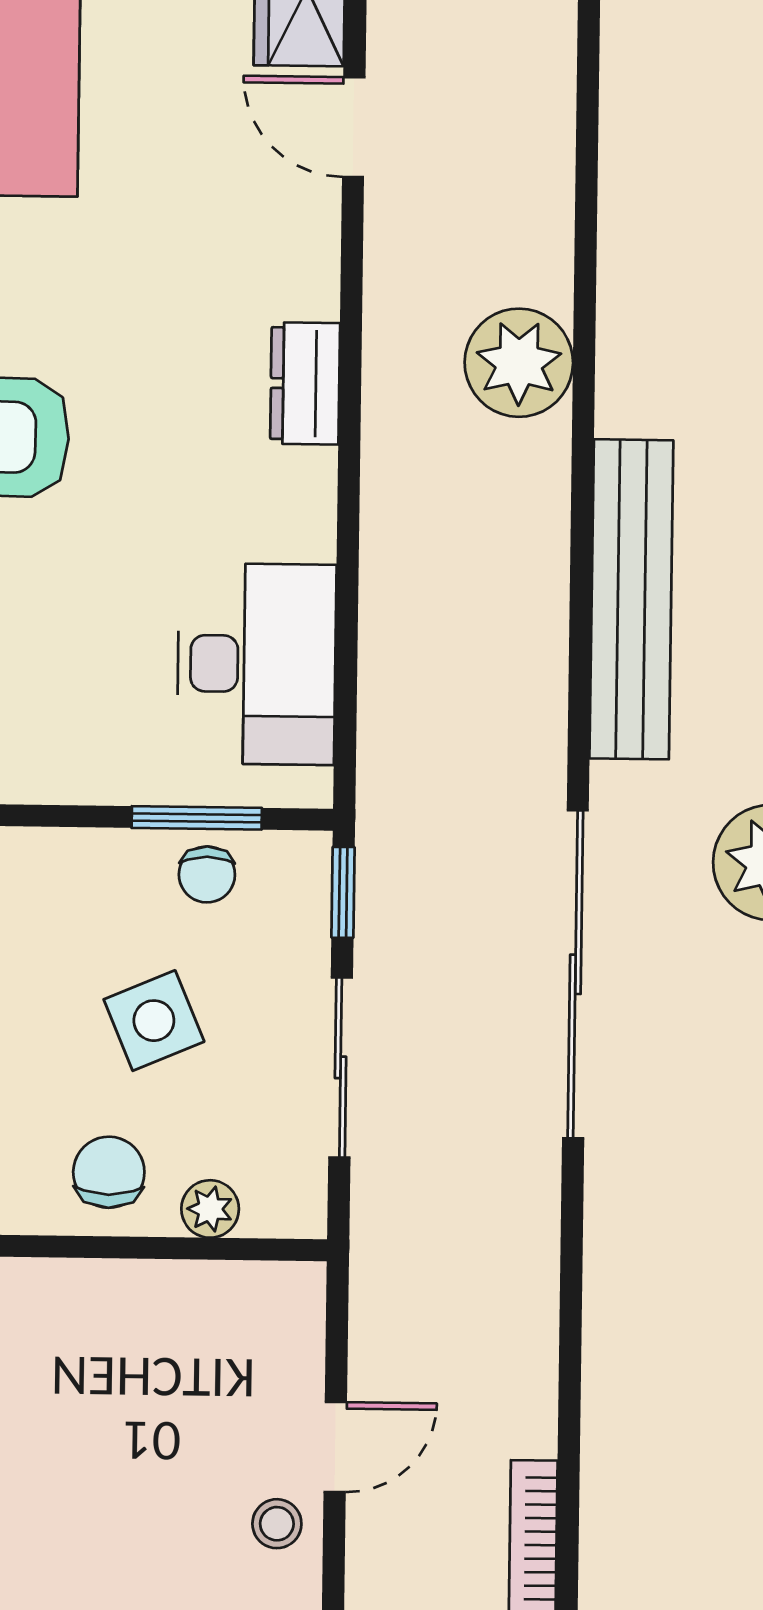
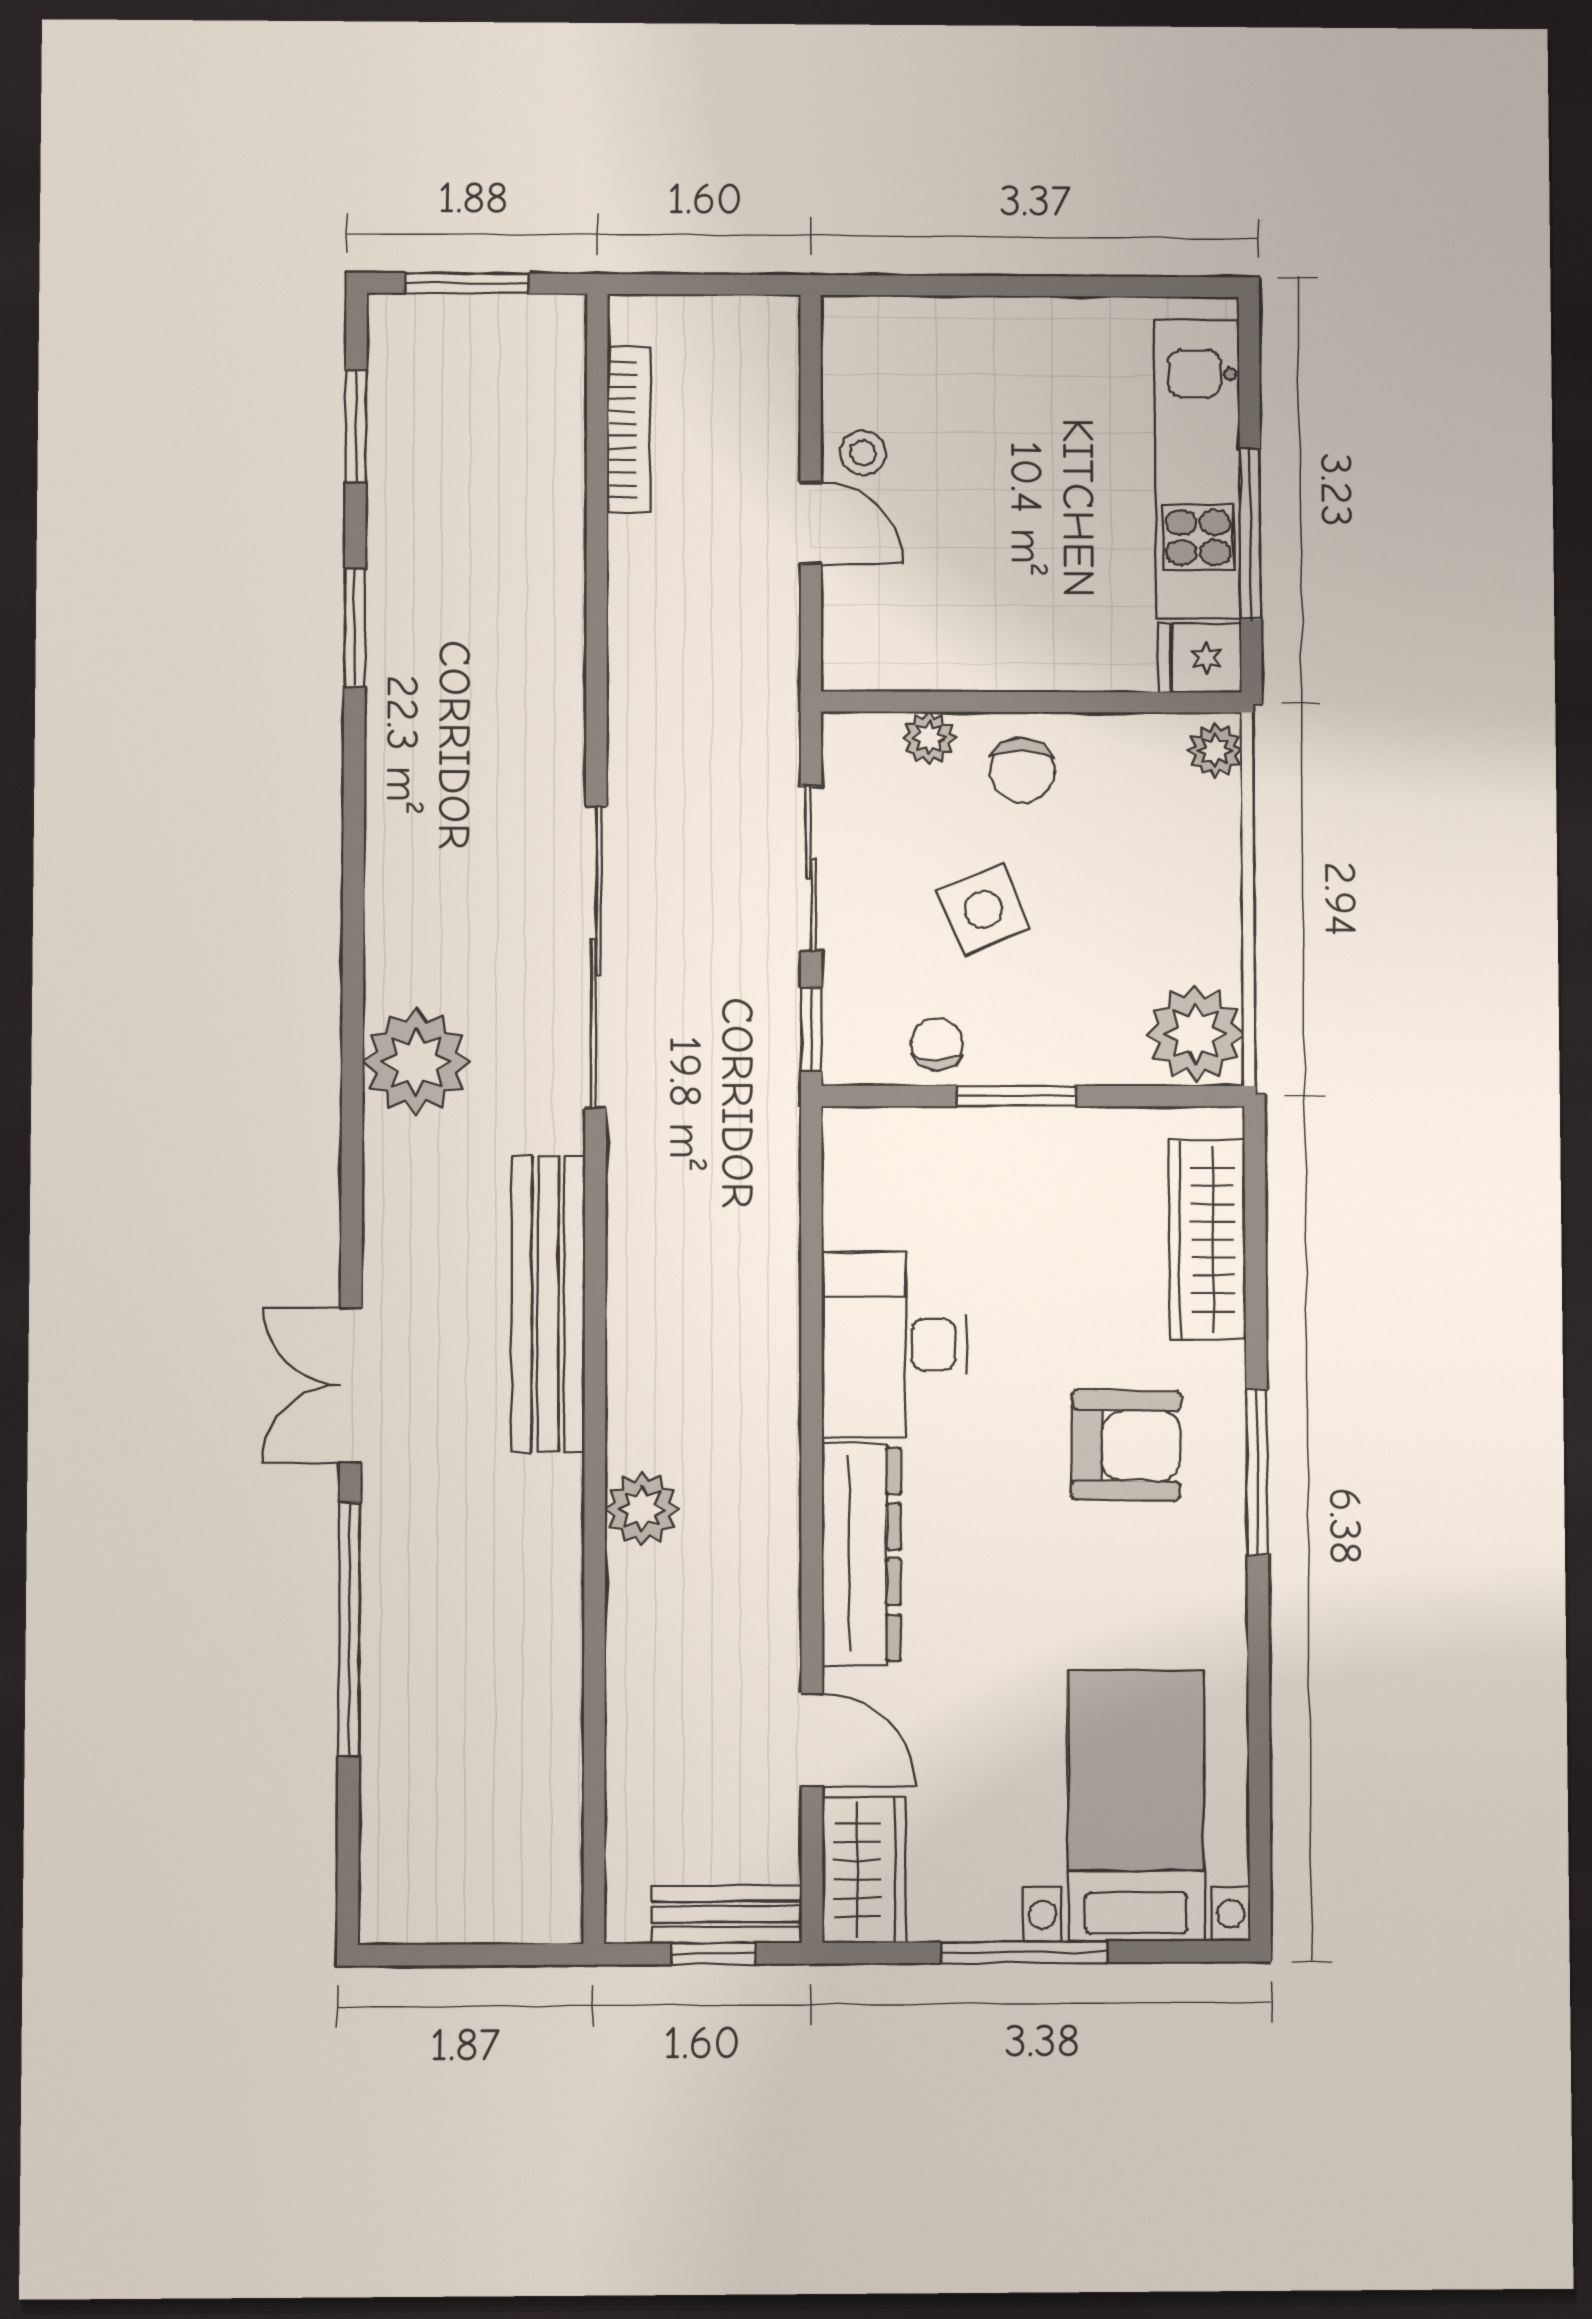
plant: (519, 363) -> (642, 1509), width x0.73, depth x0.73
dresser: (305, 383) -> (861, 1554), width x1.96, depth x1.24
desk: (257, 664) -> (894, 1345), moved
window: (197, 818) -> (1016, 1096), moved
door: (335, 1447) -> (811, 523), swing flipped

